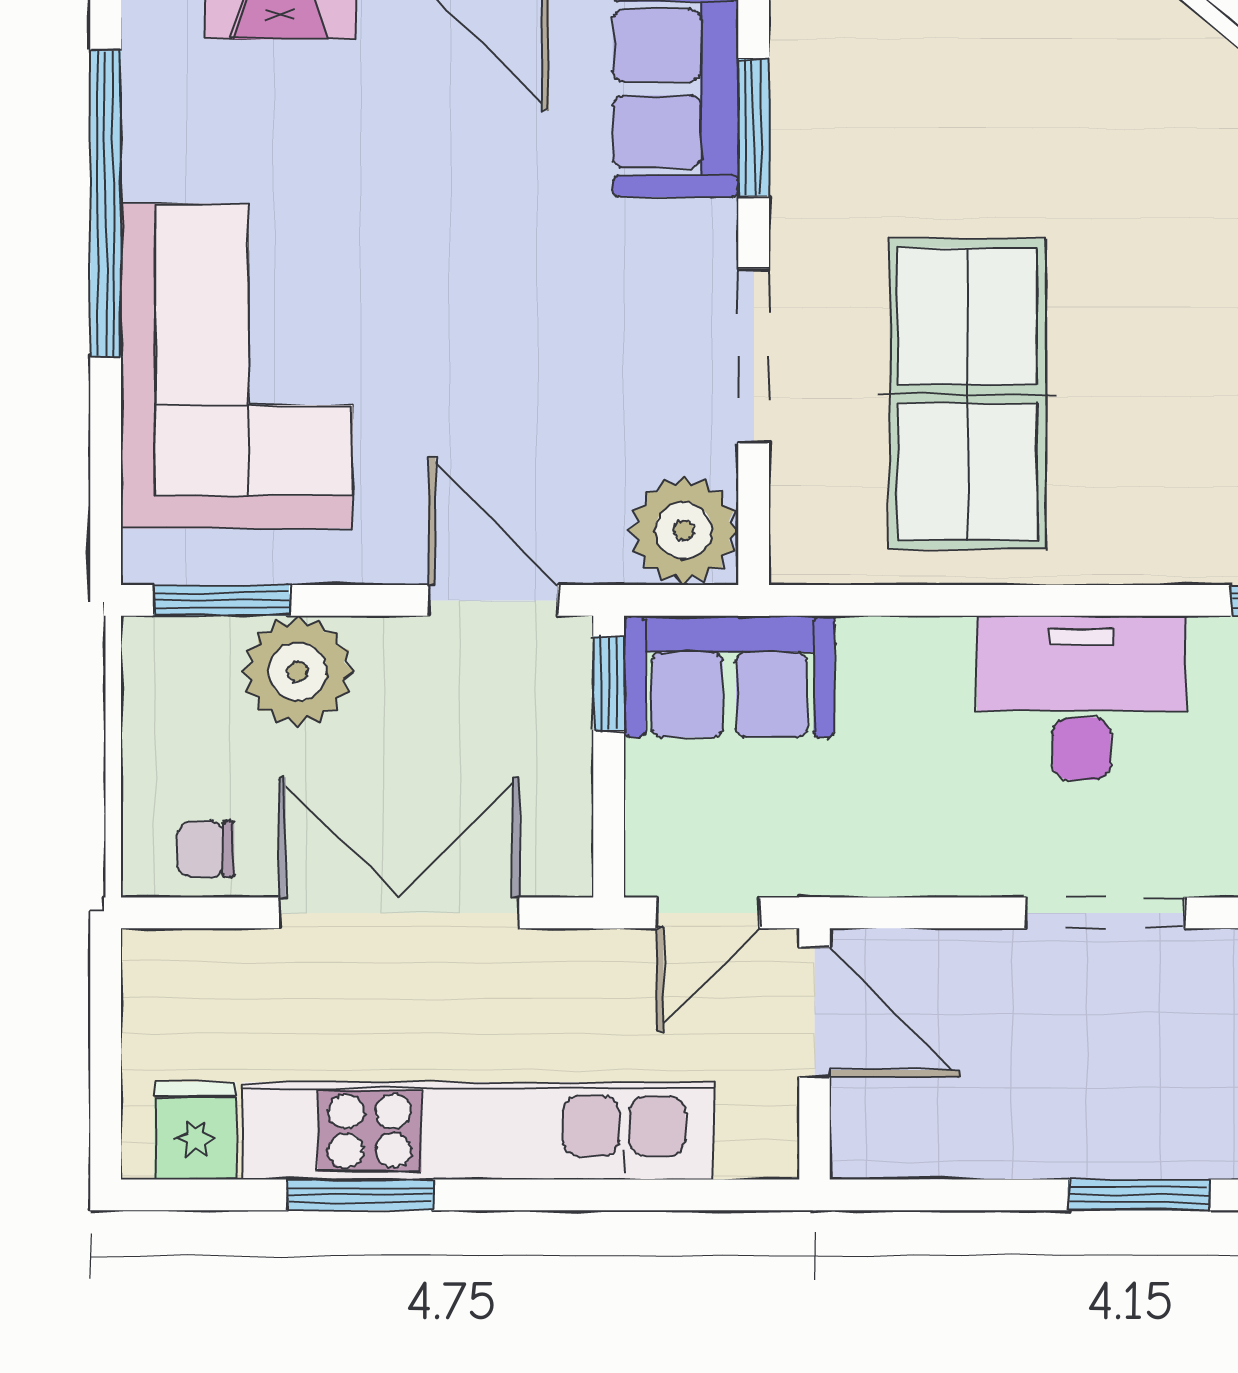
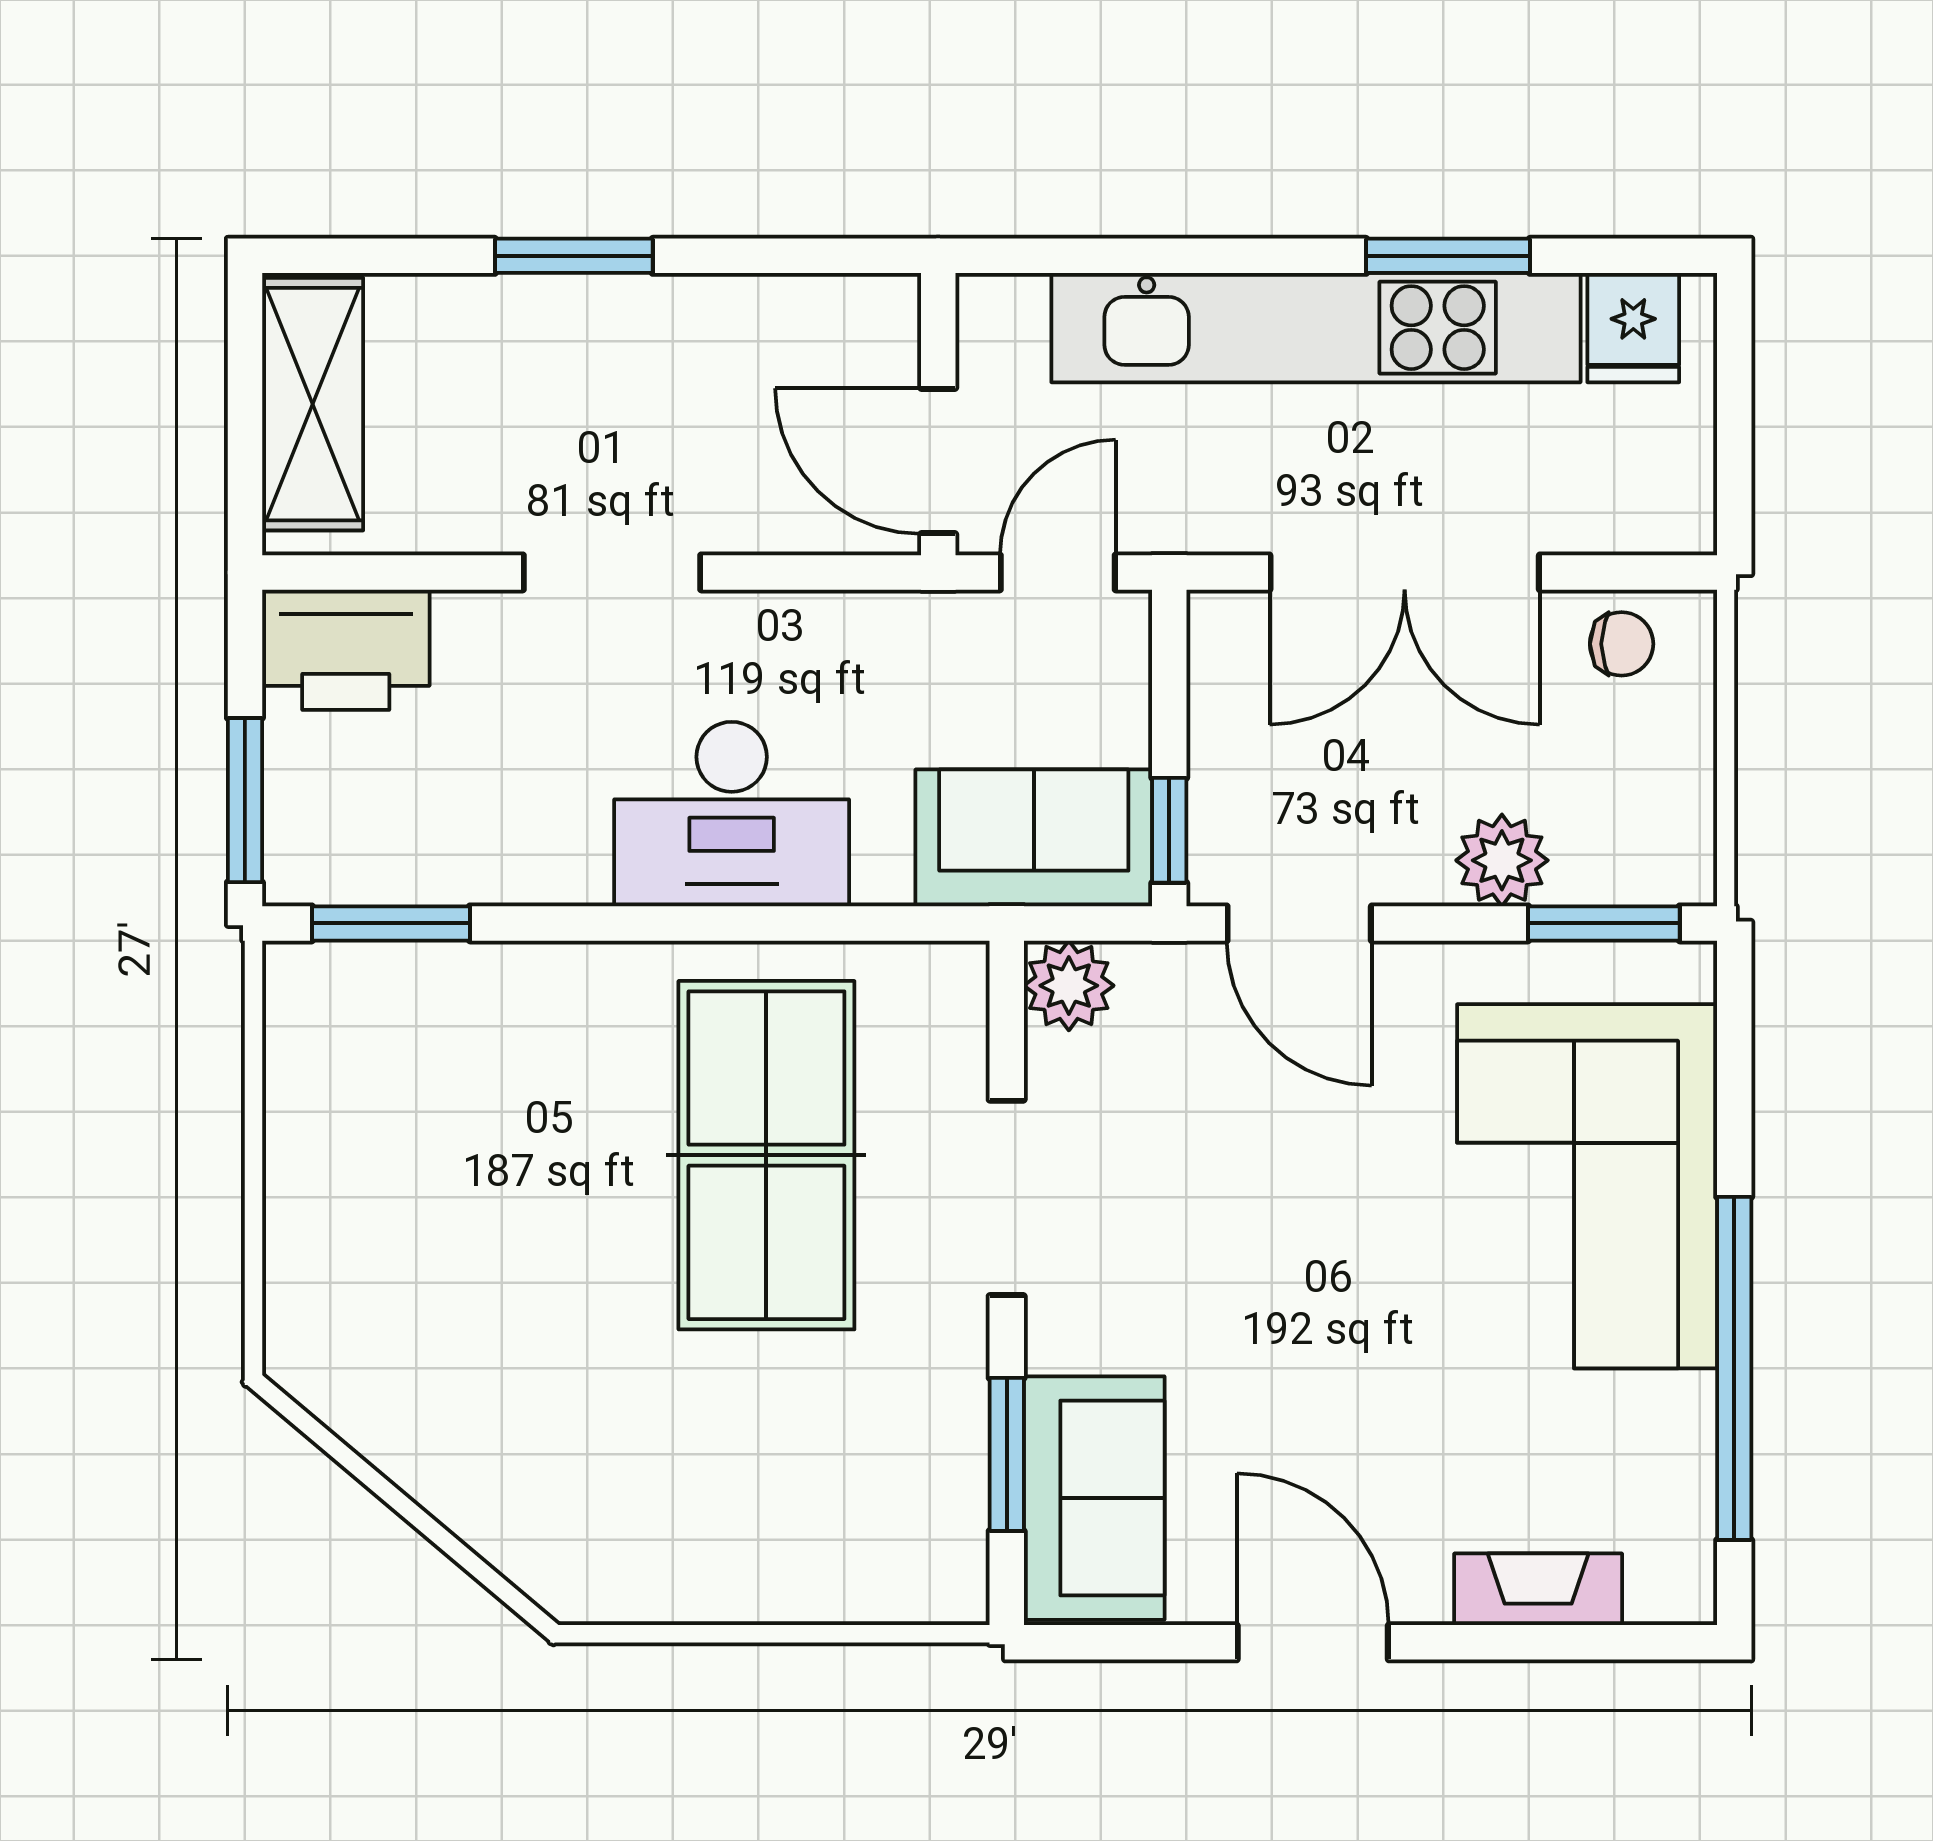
plant: (684, 530) -> (1069, 986), width x0.73, depth x0.73
plant: (298, 671) -> (1502, 860), width x0.73, depth x0.73
desk: (1081, 698) -> (732, 814), moved

